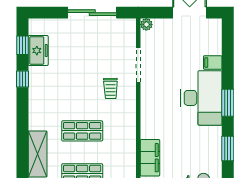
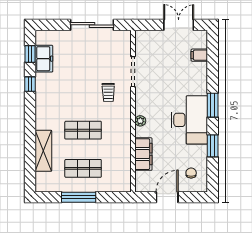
plant: (146, 24) -> (140, 121), moved
filing cabinet: (213, 62) -> (199, 55), moved
desk: (201, 98) -> (189, 120), moved

